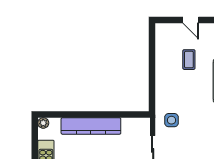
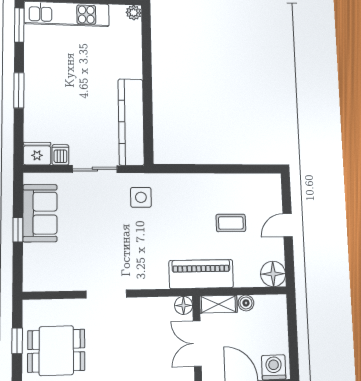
kitchen counter: (91, 126) -> (131, 122), moved

